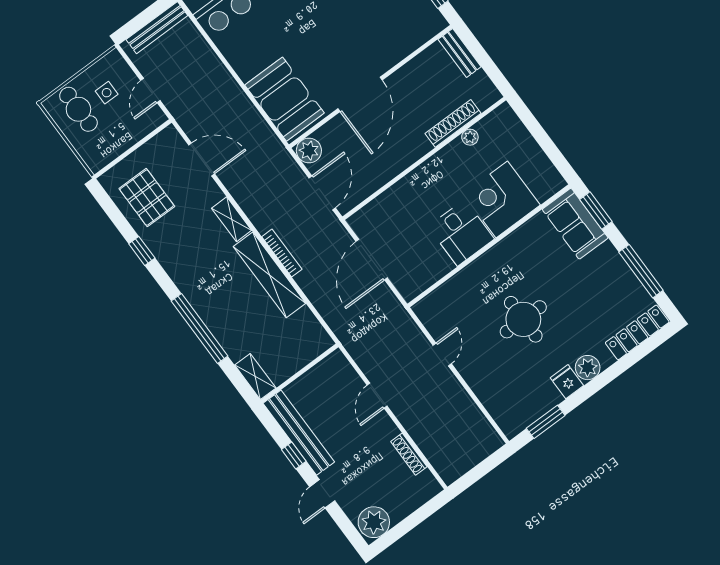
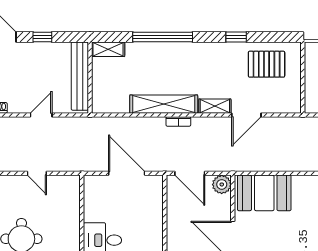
door: (202, 159) -> (246, 115), moved
bookcase: (282, 253) -> (178, 121), width x0.64
door: (377, 396) -> (41, 115), hinge flipped
bench: (299, 433) -> (80, 76), moved, turned 90

